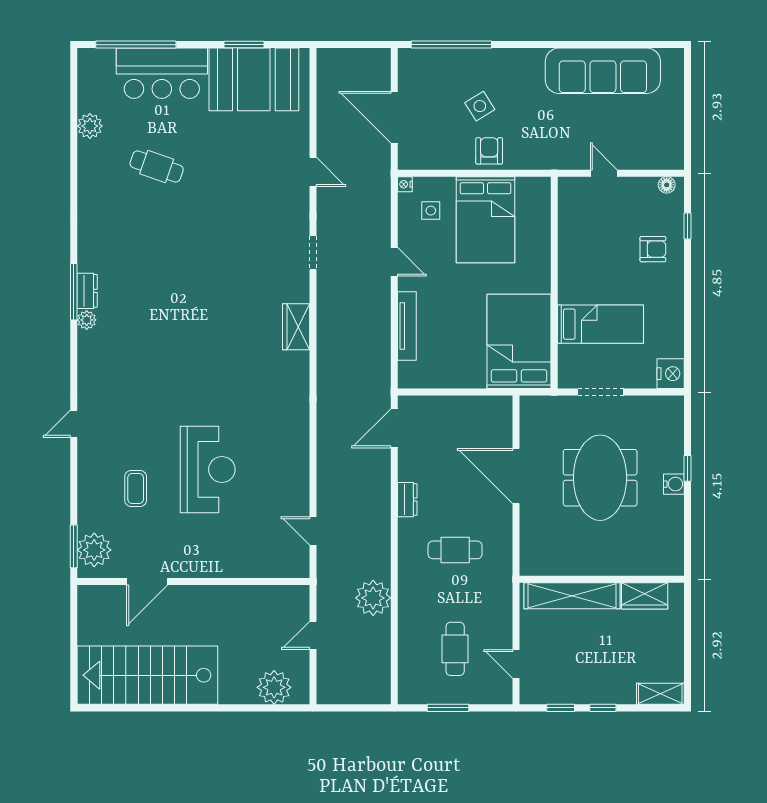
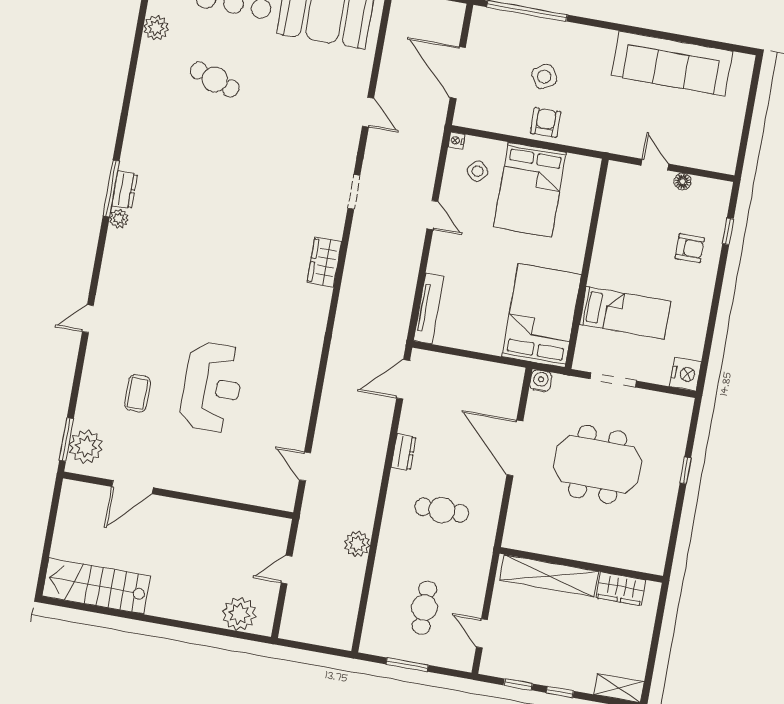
floor lamp: (667, 185) -> (682, 181), moved
side table: (431, 211) -> (477, 171), turned 45
tv unit: (407, 326) -> (429, 309), moved
meeting table: (600, 478) -> (598, 464), turned 90
water cooler: (674, 484) -> (541, 381), moved, turned -90
plant: (373, 598) -> (357, 544), width x0.73, depth x0.73
stairs: (147, 675) -> (96, 586), width x0.73, depth x0.66

